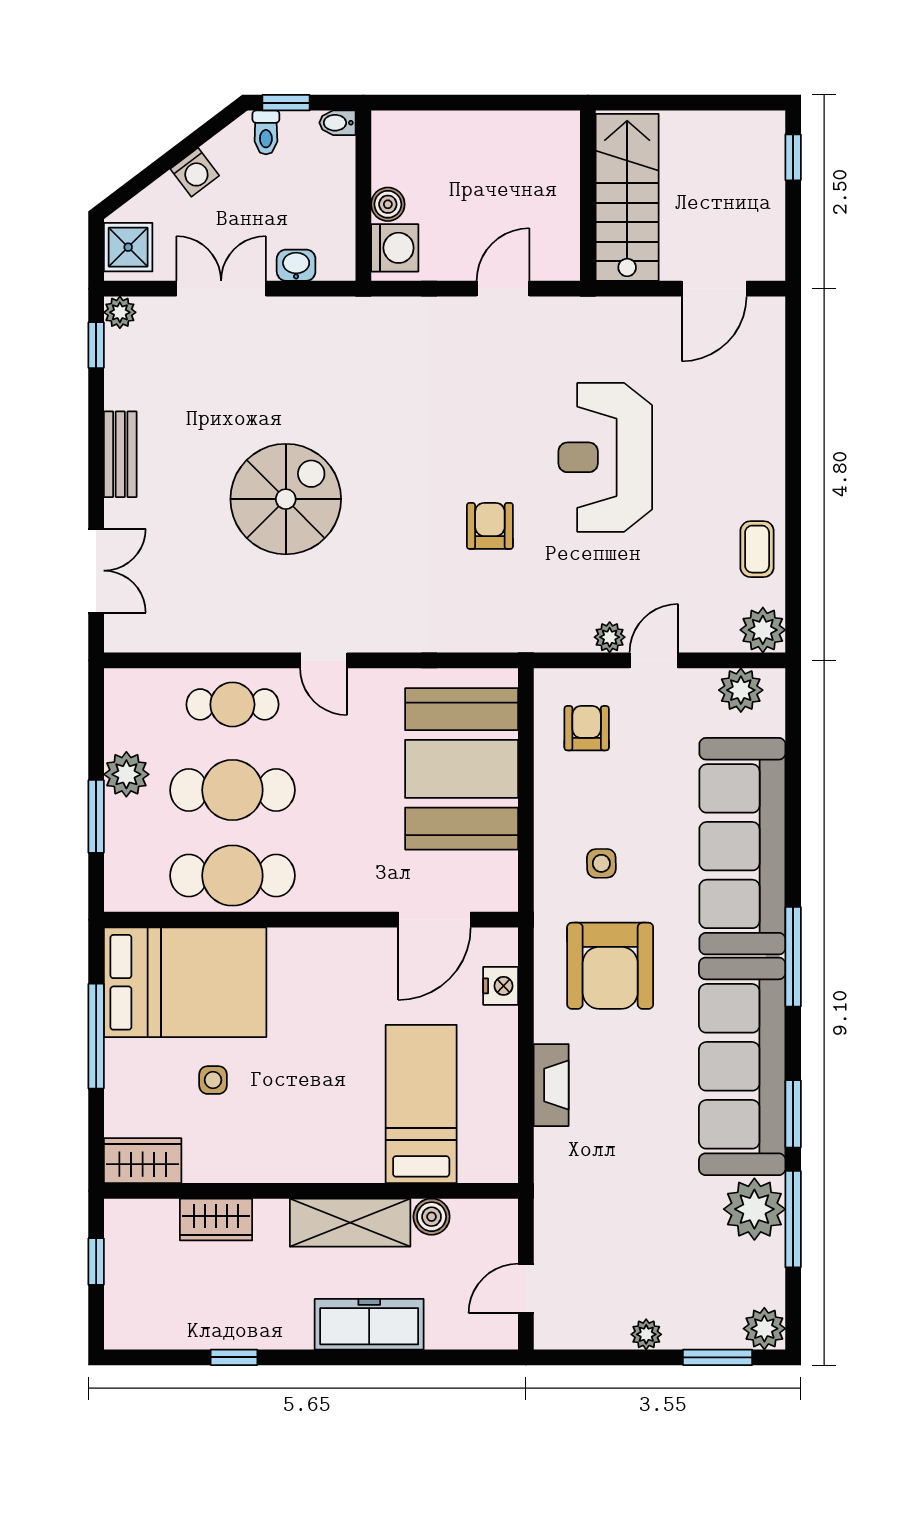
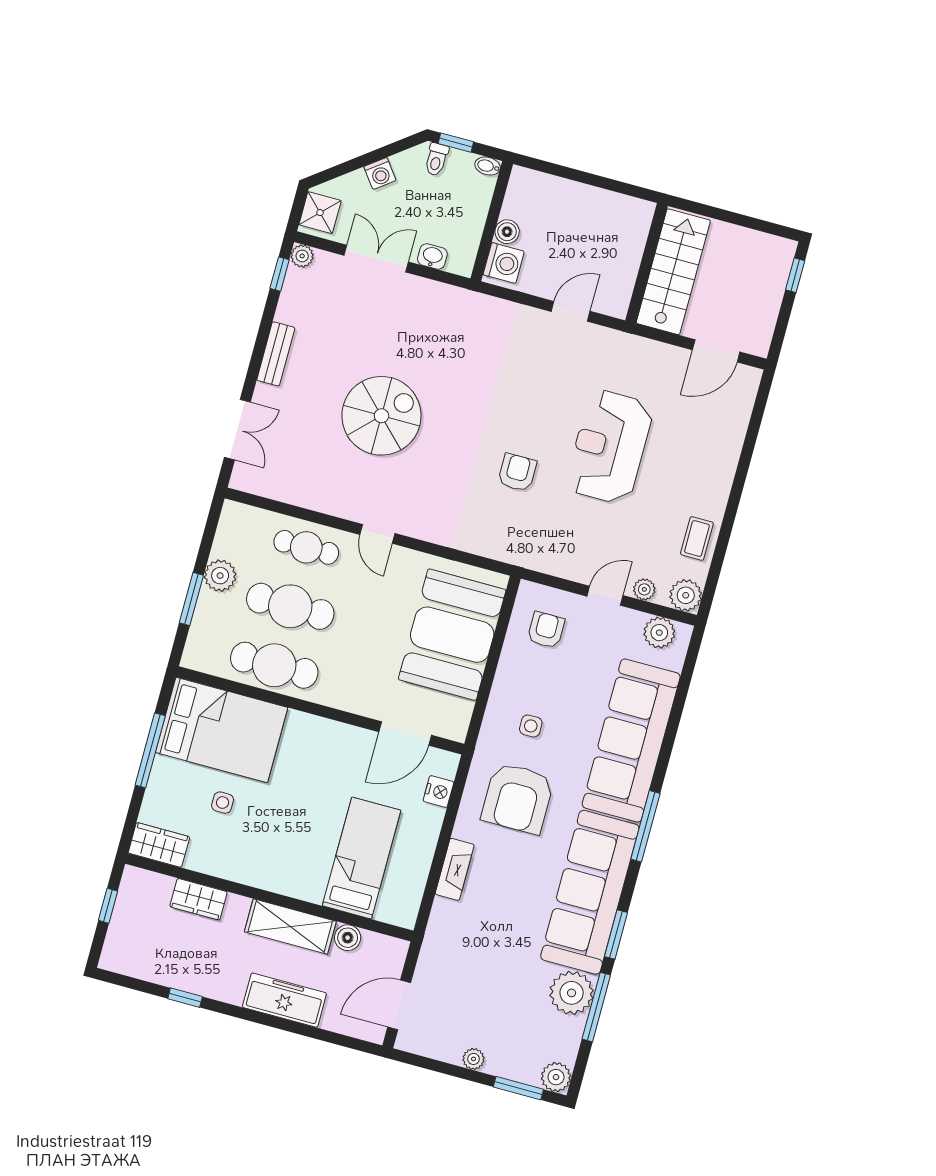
plant: (610, 637) -> (644, 589), moved
door: (526, 1289) -> (399, 1005), width x1.38

